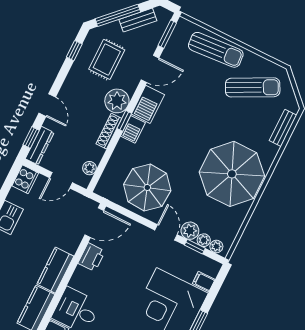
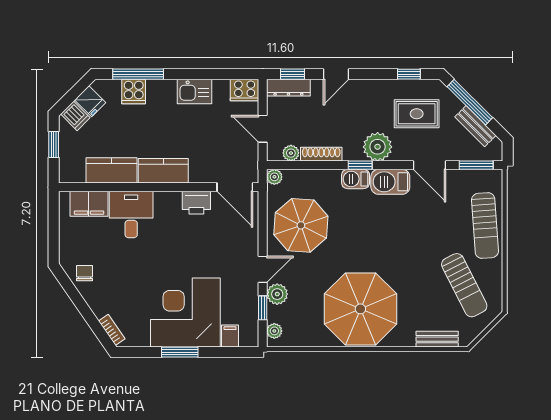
shoe rack: (109, 131) -> (321, 154), moved
plant: (204, 240) -> (274, 177), moved

